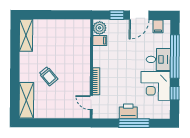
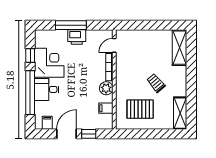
plant: (100, 28) -> (106, 88), moved
pallet: (66, 39) -> (140, 109), added
trolley: (48, 76) -> (156, 83), moved
door: (91, 103) -> (114, 45), swing flipped

